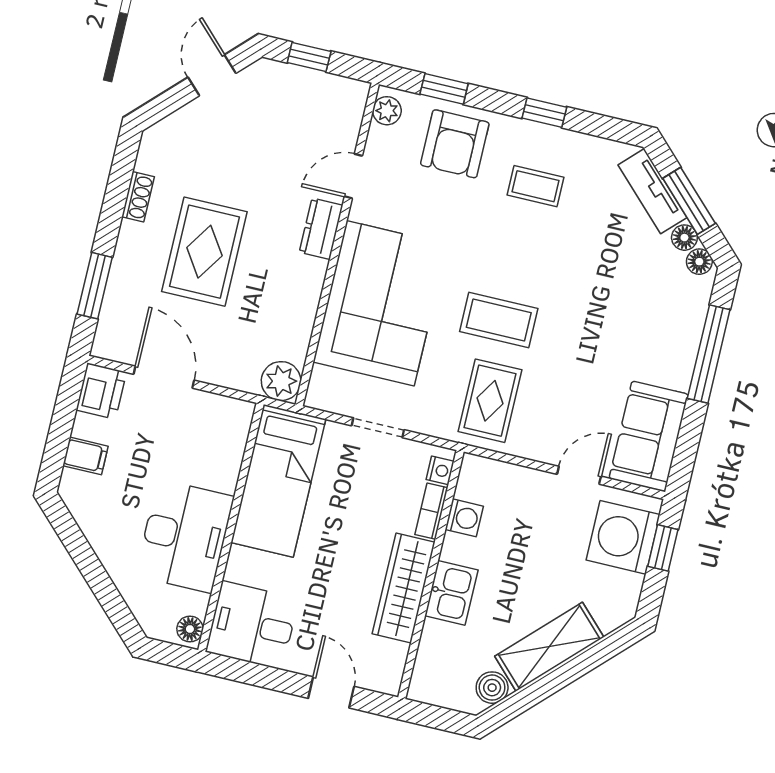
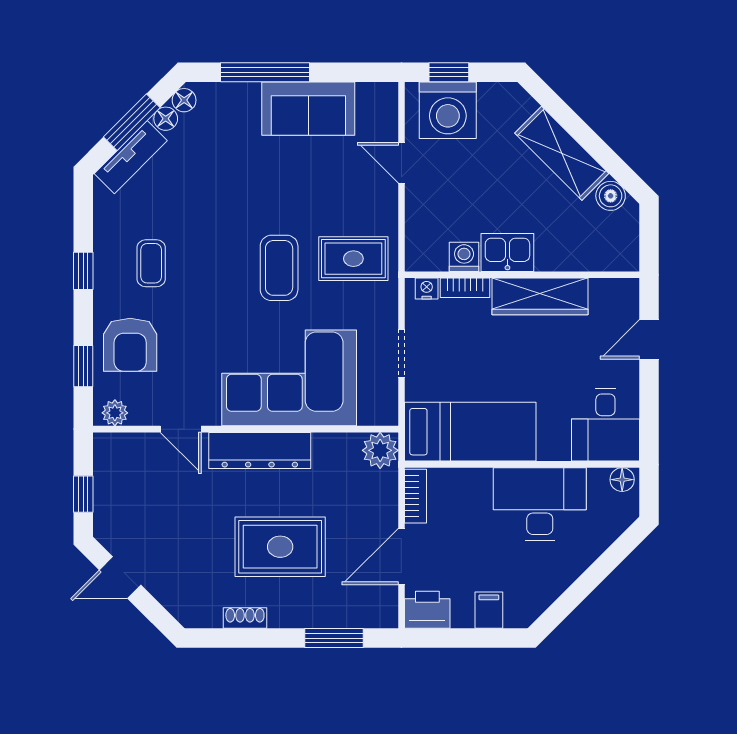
armchair: (455, 144) -> (130, 345), turned 90
dresser: (321, 229) -> (260, 450), width x1.96, depth x1.24
bookcase: (224, 407) -> (416, 496), added
sofa: (649, 436) -> (308, 109), moved
kitchen sink: (451, 593) -> (507, 252), moved

